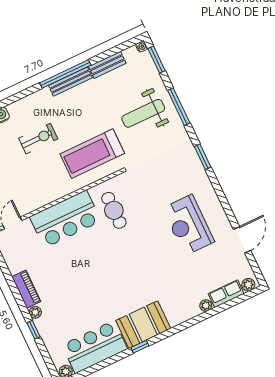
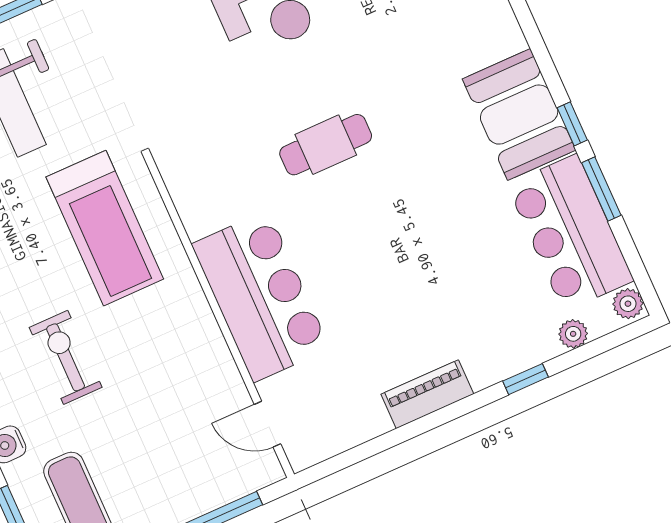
cafe table: (114, 210) -> (326, 145), moved
plant: (35, 312) -> (573, 334), moved
window: (113, 359) -> (601, 189), added

